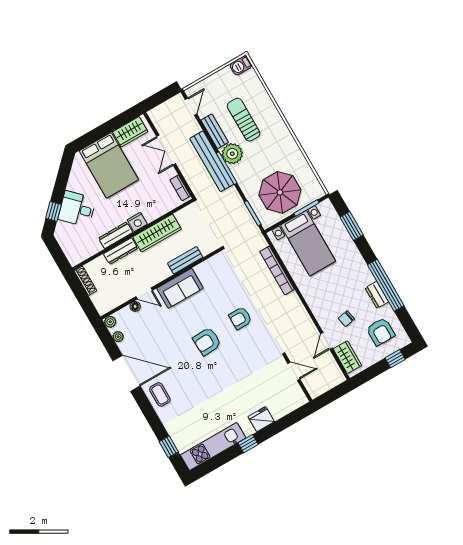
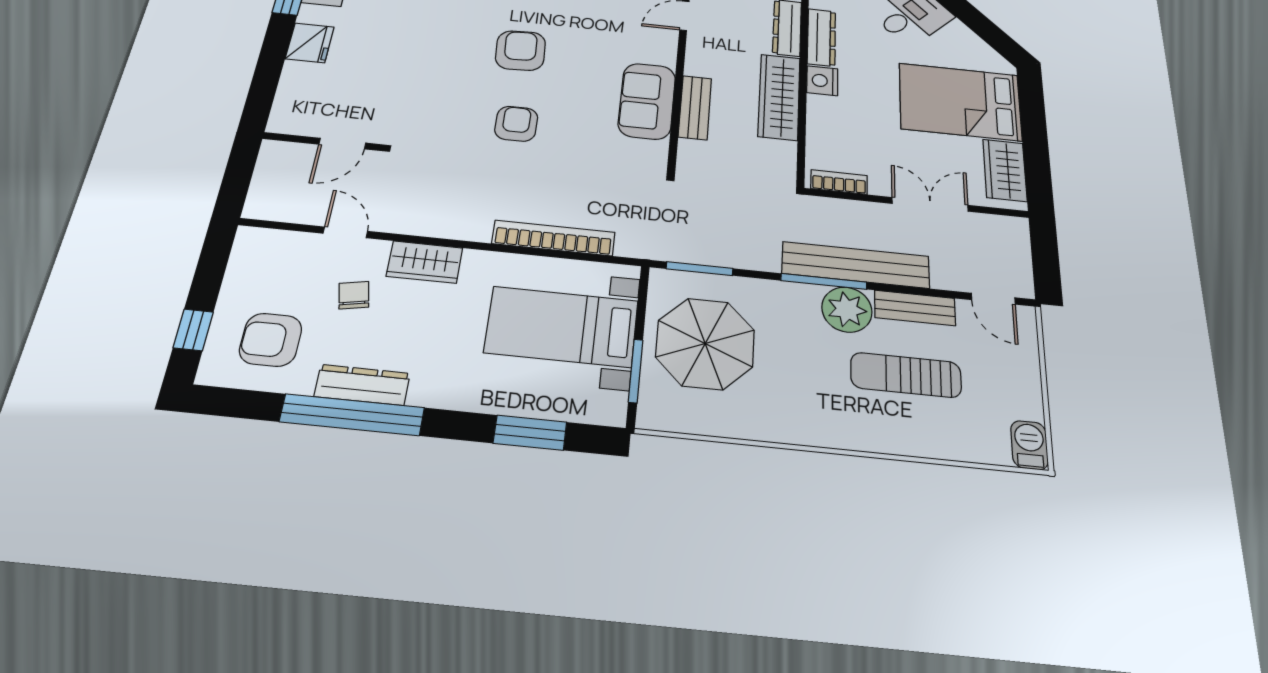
sun lounger: (244, 120) -> (906, 375), turned 180
sofa: (180, 288) -> (647, 101), moved
dresser: (377, 295) -> (362, 385), width x1.44
wardrobe: (347, 357) -> (425, 262), moved

